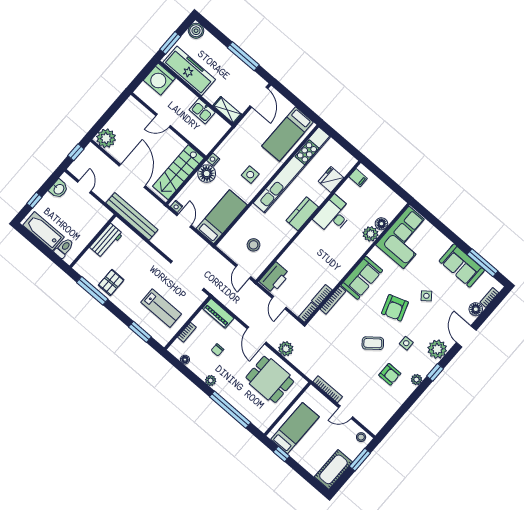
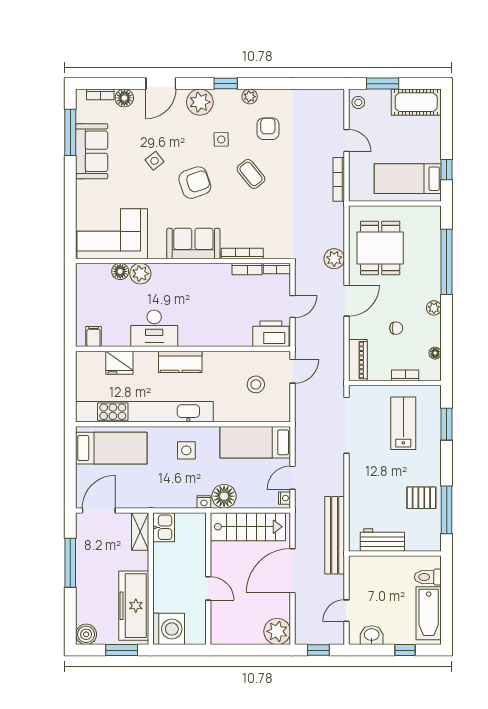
kitchen sink: (202, 111) -> (164, 527), moved

